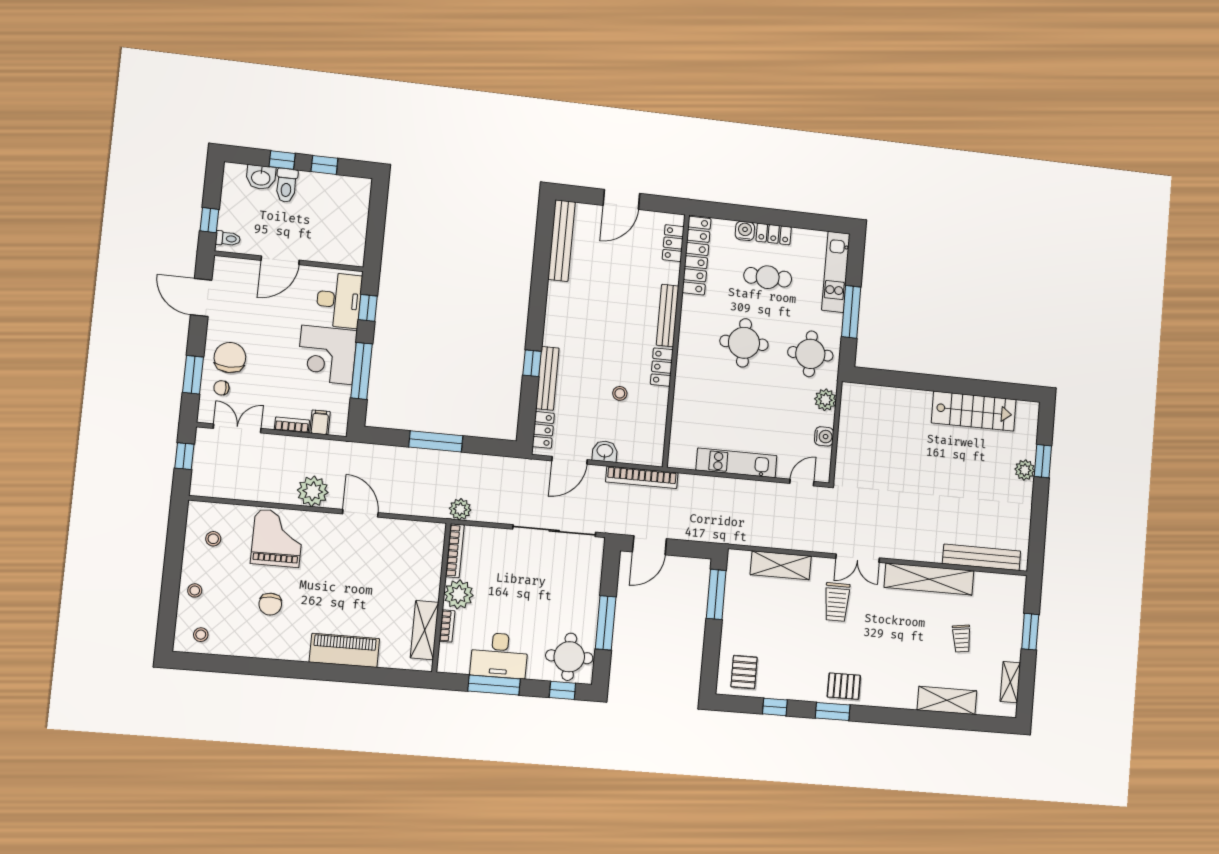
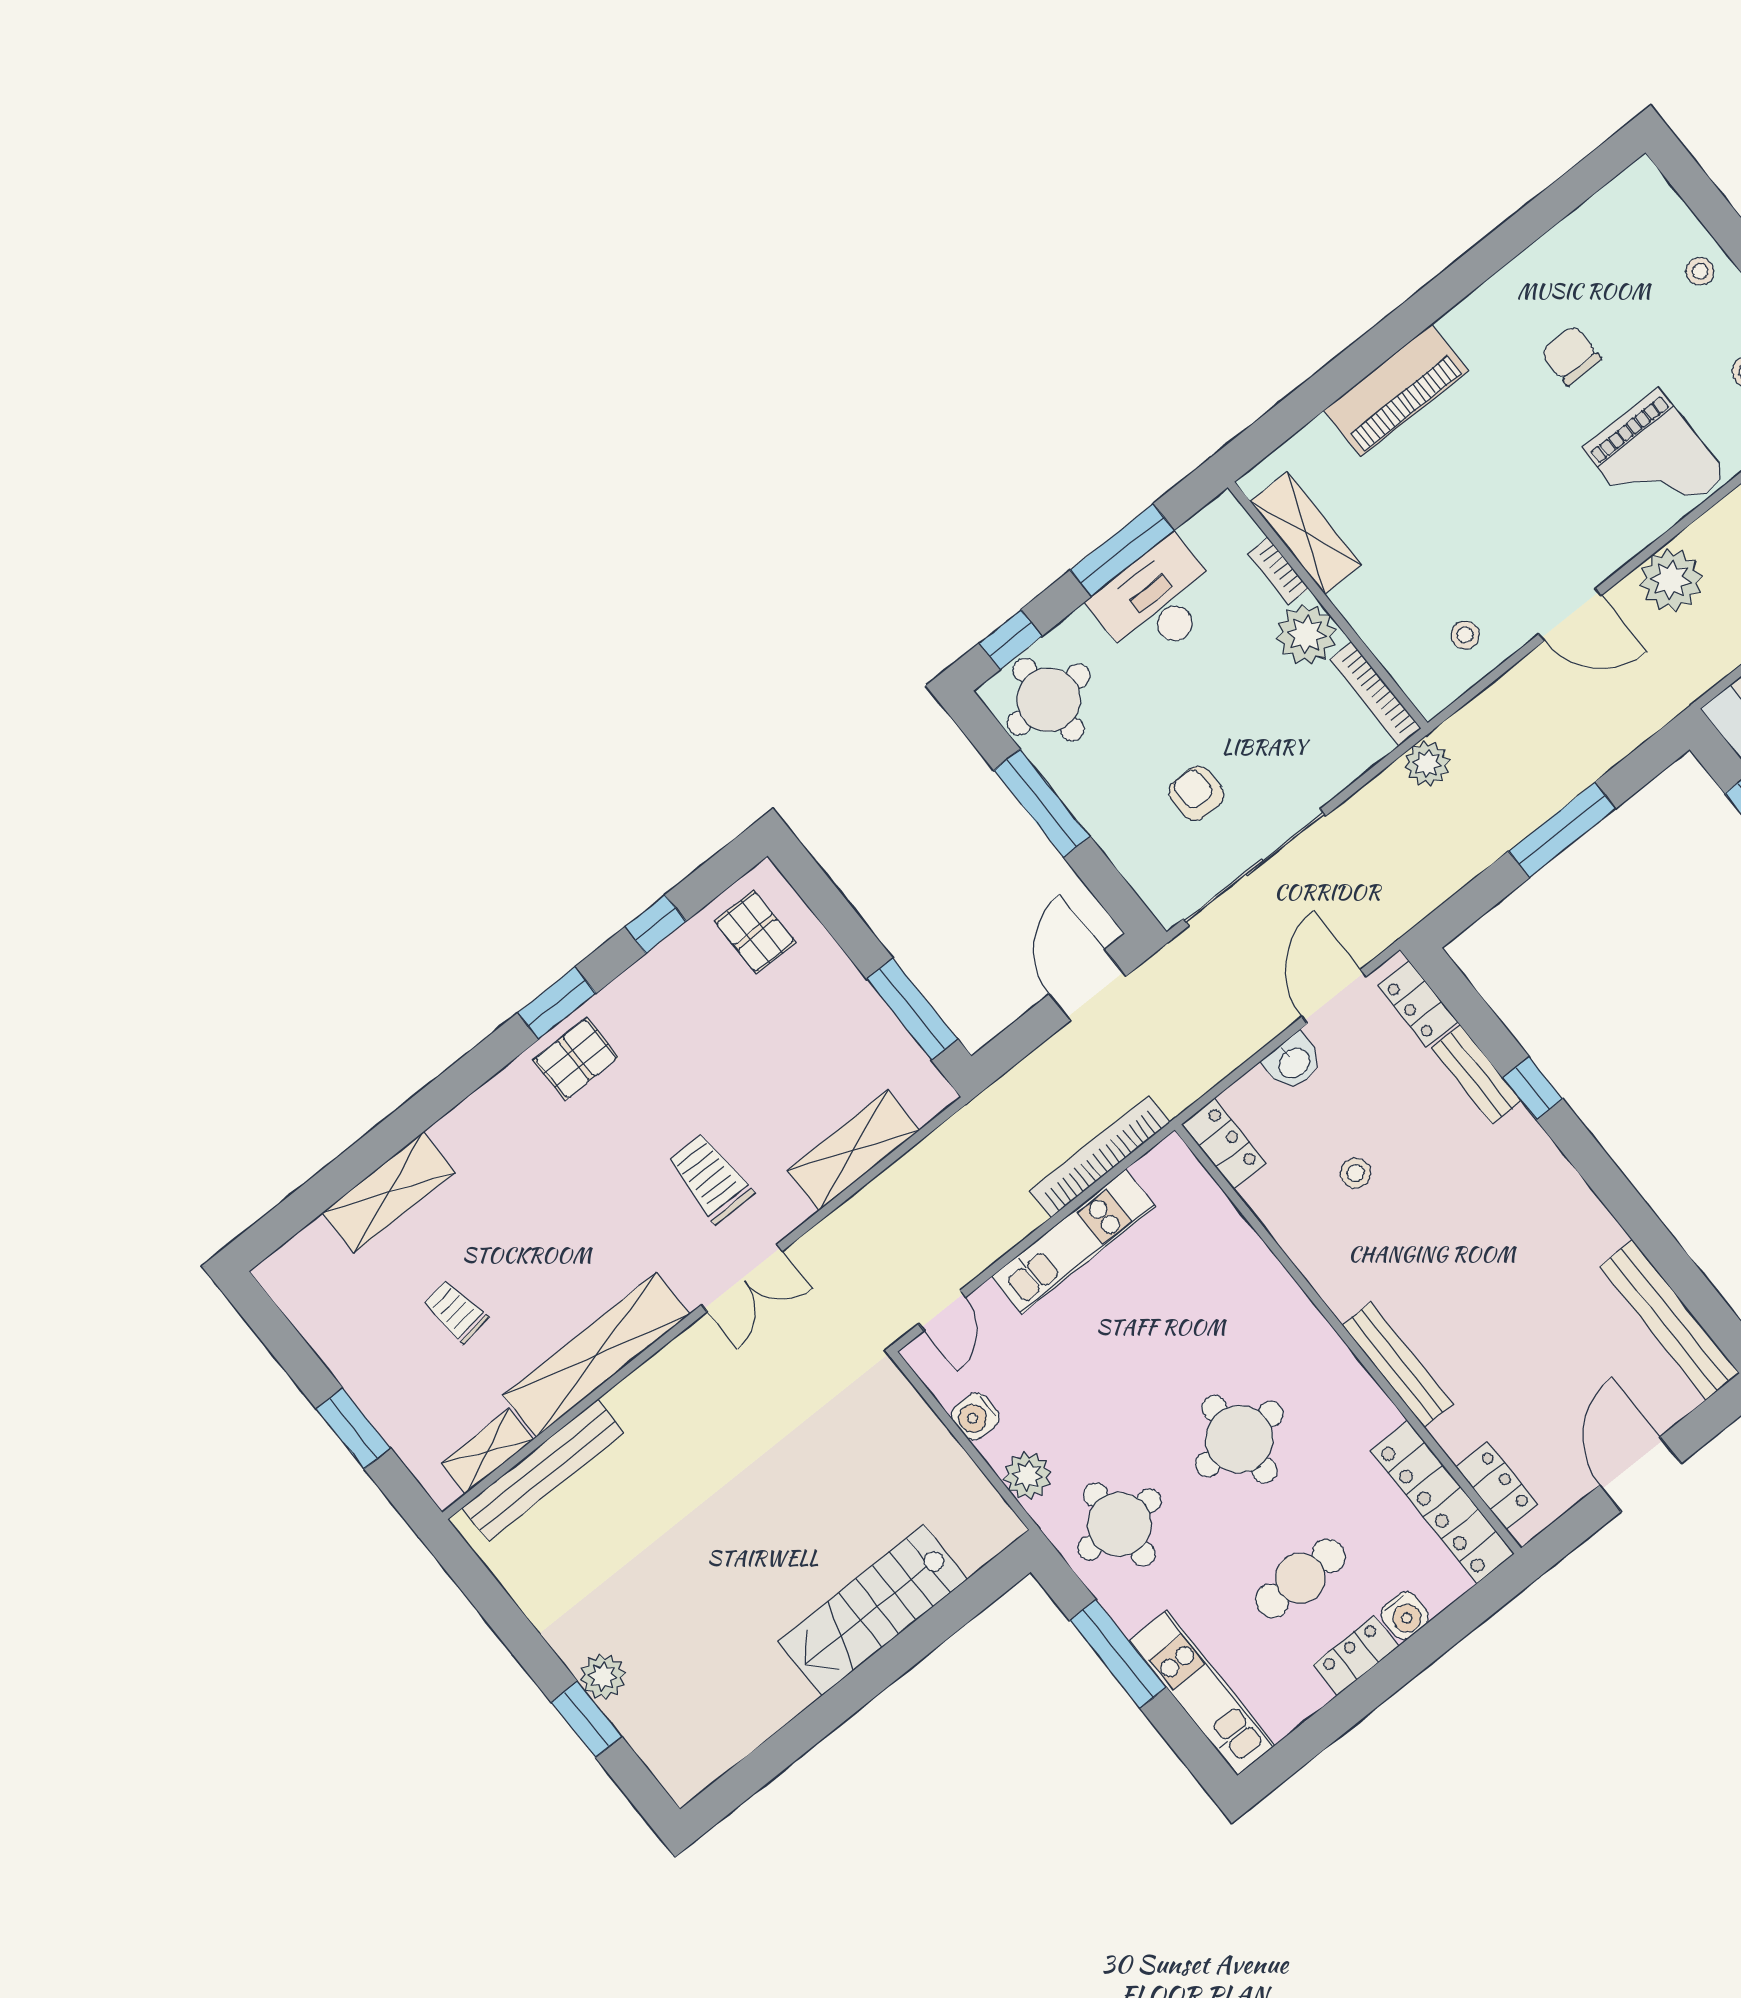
locker: (662, 367) -> (1224, 1144), moved
bench: (547, 378) -> (1476, 1074), width x0.73
stairs: (974, 411) -> (873, 1610), moved
bookcase: (642, 477) -> (1100, 1157), moved
double door: (858, 558) -> (742, 1278), swing flipped
armchair: (550, 575) -> (1196, 793), added
stool: (201, 635) -> (1465, 635), moved
shelving: (1010, 682) -> (487, 1451), moved, turned 90

